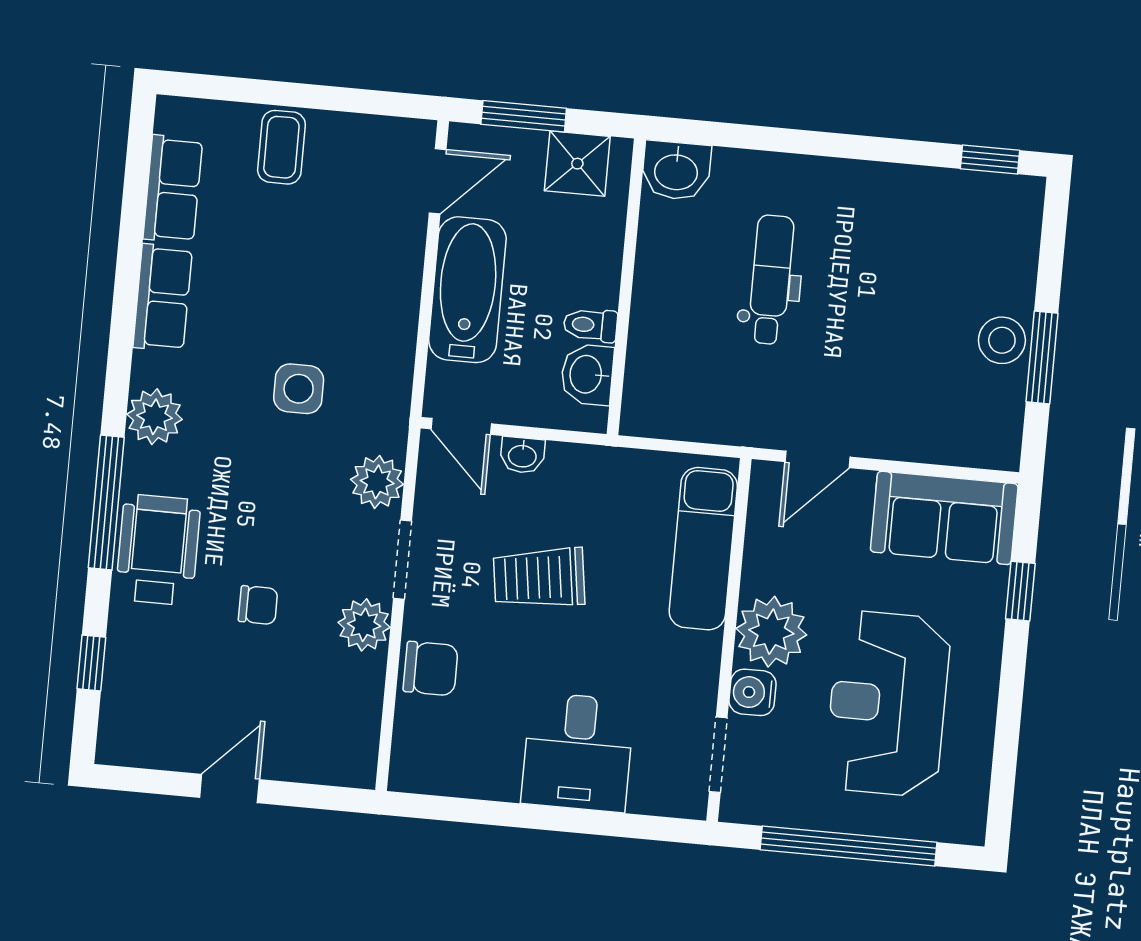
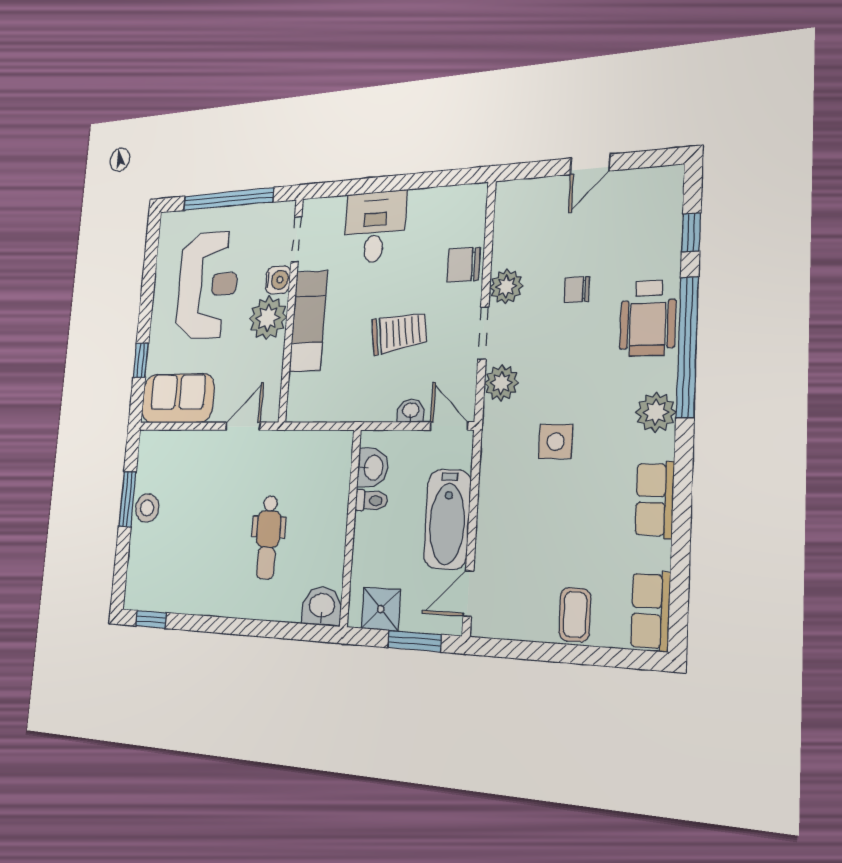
row of seats: (173, 189) -> (651, 611), moved
window: (106, 502) -> (687, 347), width x1.46
exam couch: (703, 549) -> (308, 321), moved

